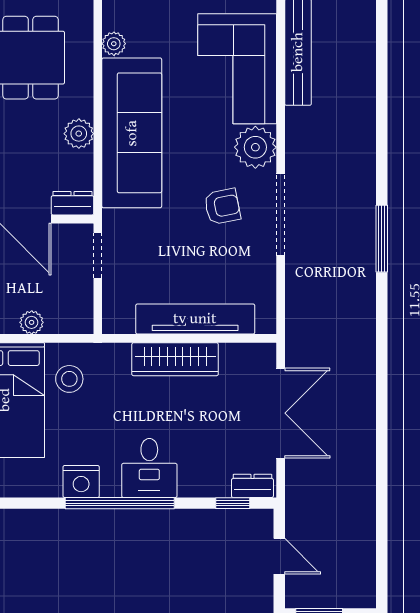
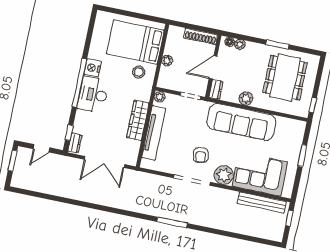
plant: (114, 44) -> (160, 97), moved
desk: (149, 468) -> (93, 95), width x1.37

